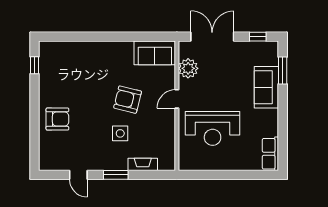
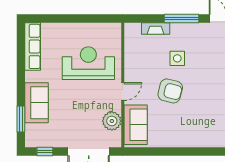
sofa: (155, 53) -> (136, 125), moved, turned 90
row of seats: (270, 154) -> (33, 46), width x1.48
window: (116, 175) -> (182, 18), width x1.44

